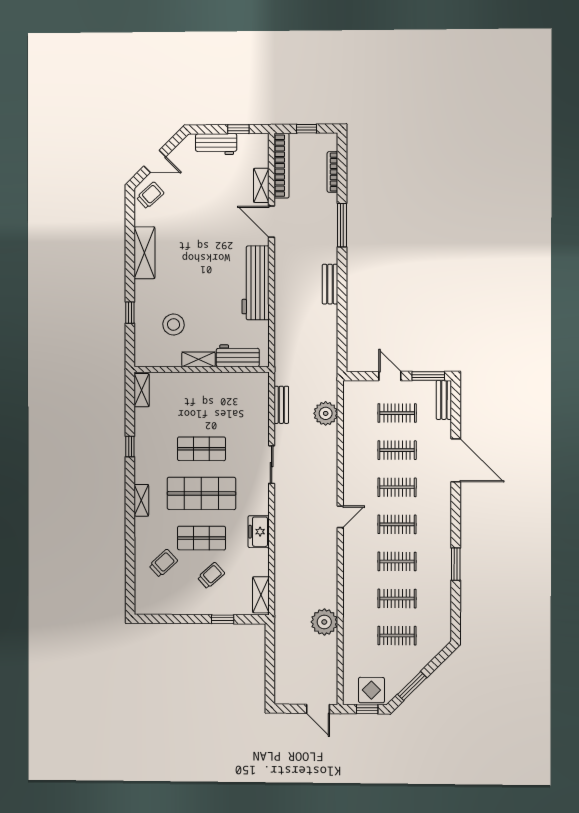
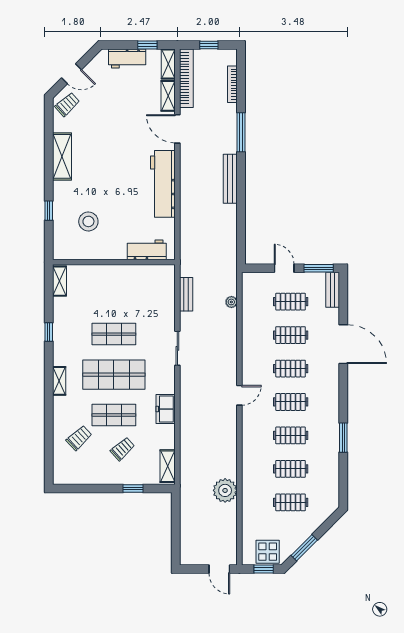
bench: (330, 284) -> (230, 179), width x1.36
shelving: (198, 359) -> (168, 64), moved, turned 90
plant: (326, 413) -> (231, 302), width x0.53, depth x0.53

